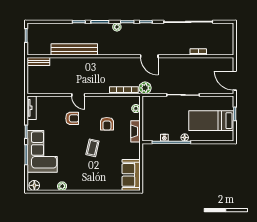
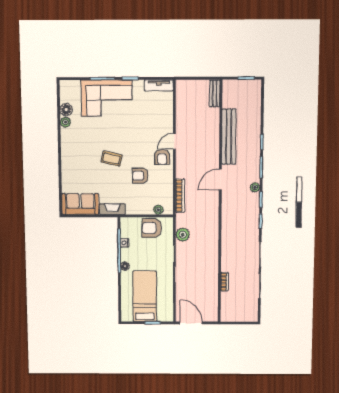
door: (149, 56) -> (220, 180), moved
door: (235, 81) -> (191, 323), hinge flipped
plant: (145, 88) -> (183, 235), moved
armchair: (152, 114) -> (152, 228), added
armchair: (72, 118) -> (162, 157), moved
fireplace: (135, 131) -> (112, 209), moved
floor lamp: (34, 185) -> (66, 110), moved

